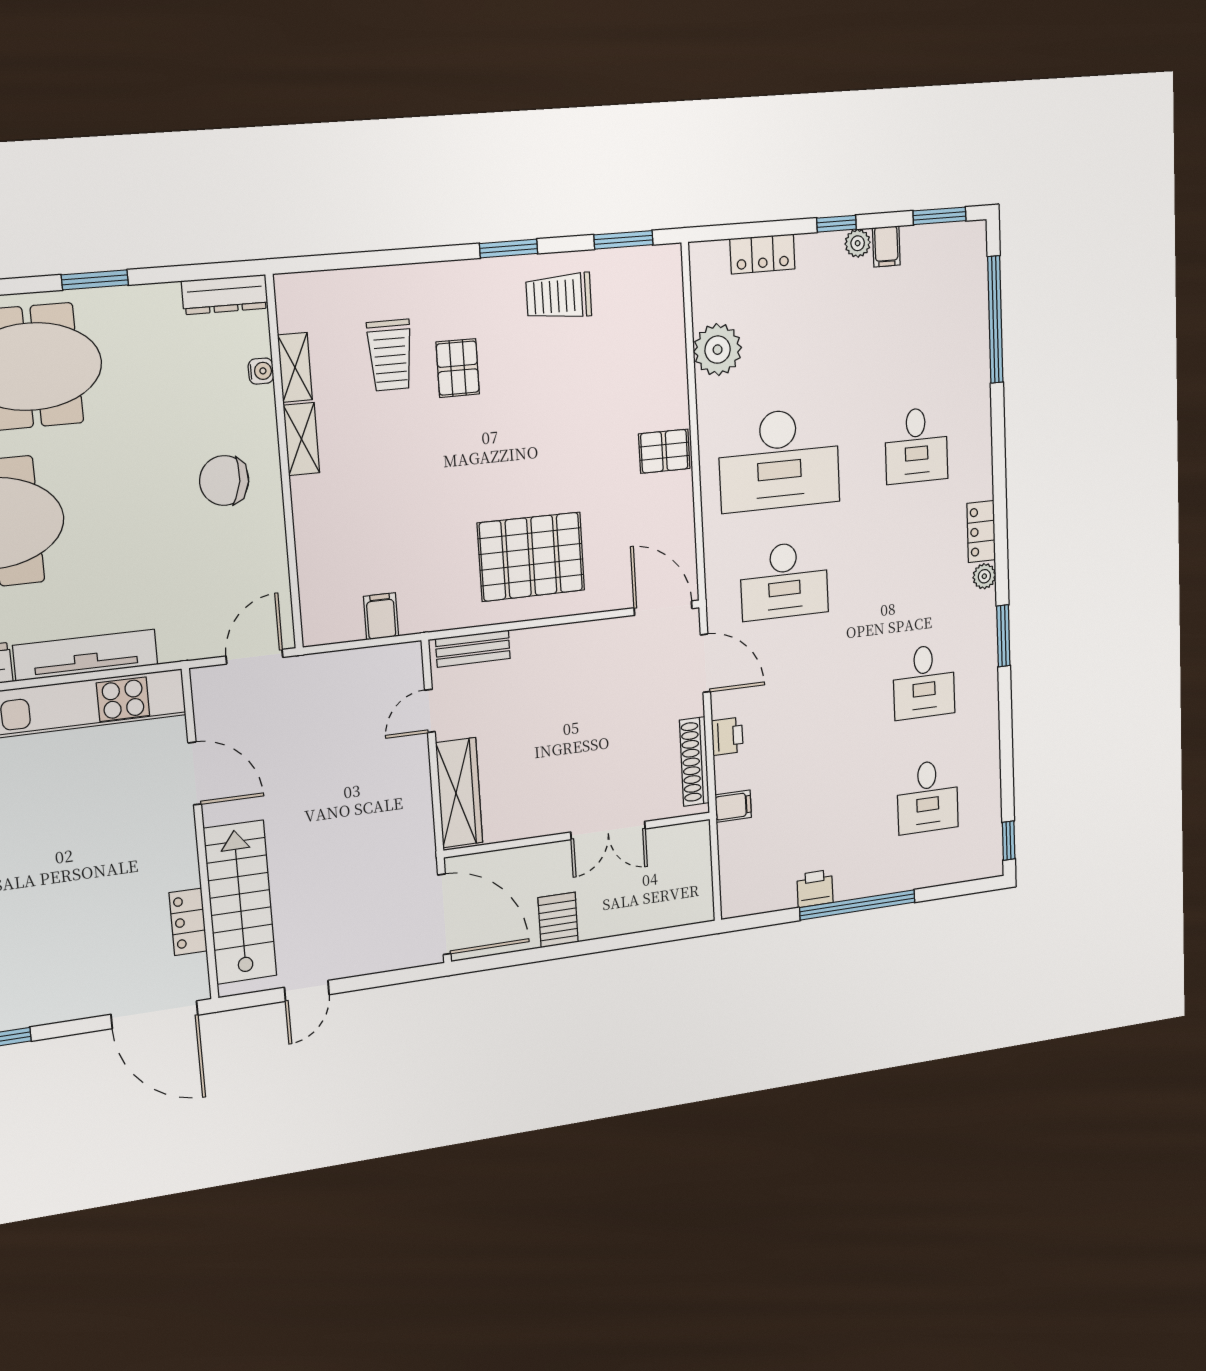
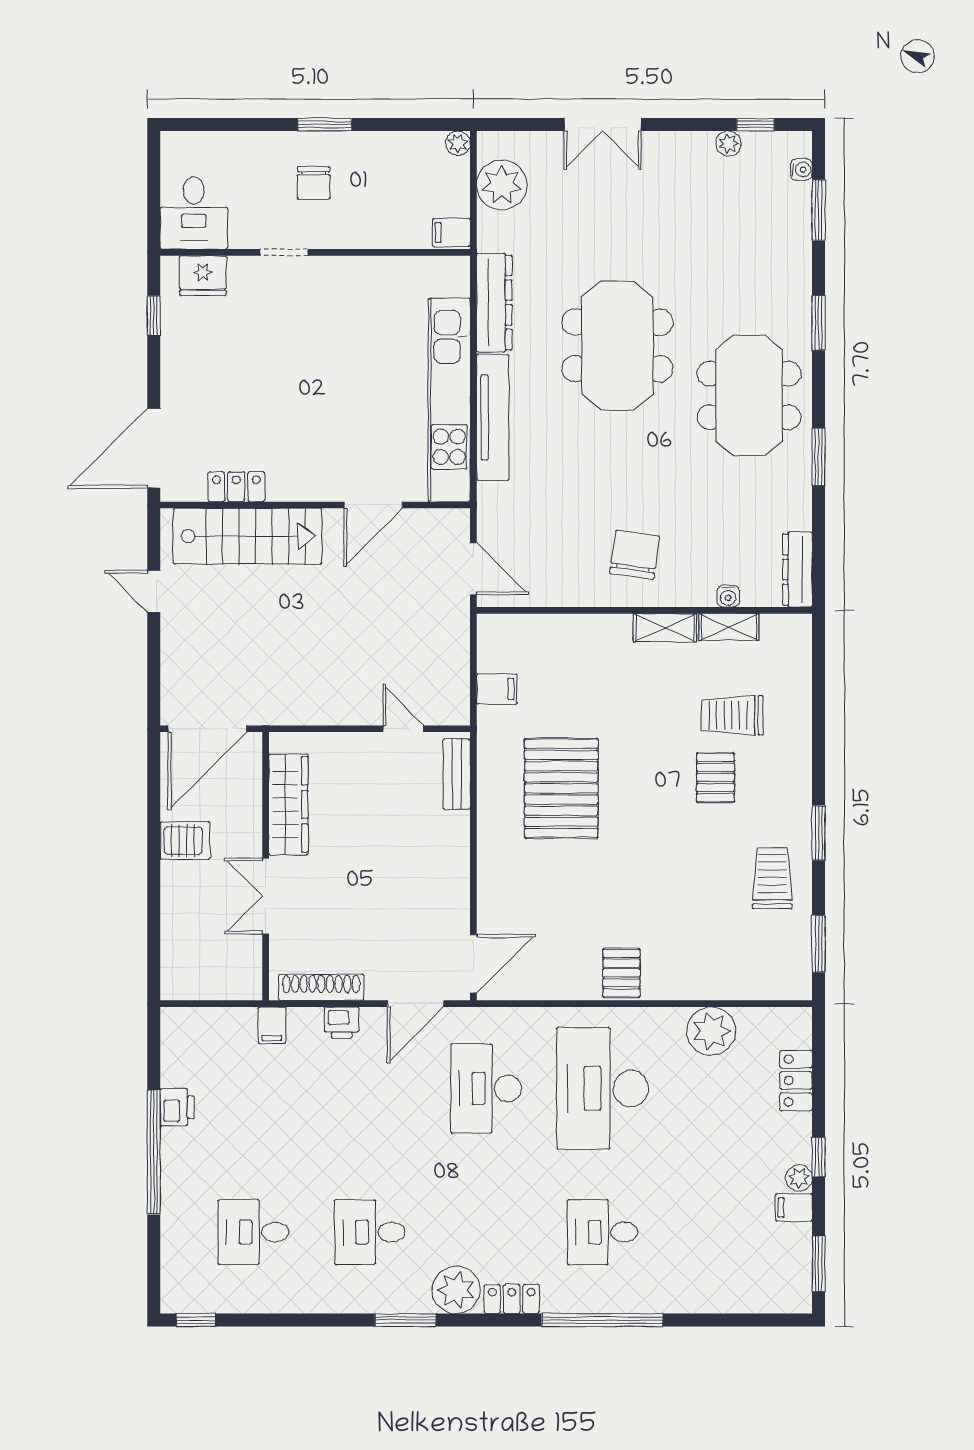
window: (995, 320) -> (602, 1320), moved
pallet: (458, 368) -> (715, 778), turned 90
pallet: (531, 557) -> (561, 788), moved
plant: (984, 576) -> (456, 1290), width x1.87, depth x1.87
wardrobe: (459, 793) -> (288, 804), moved, turned -90

